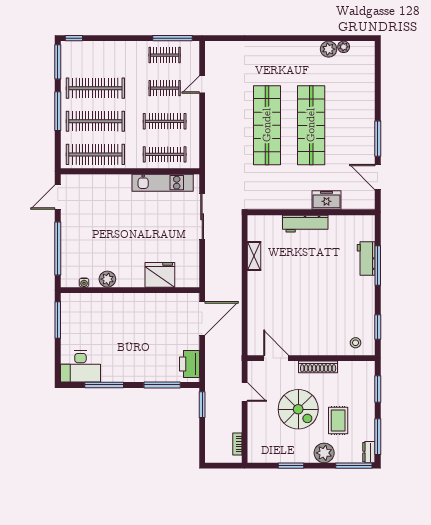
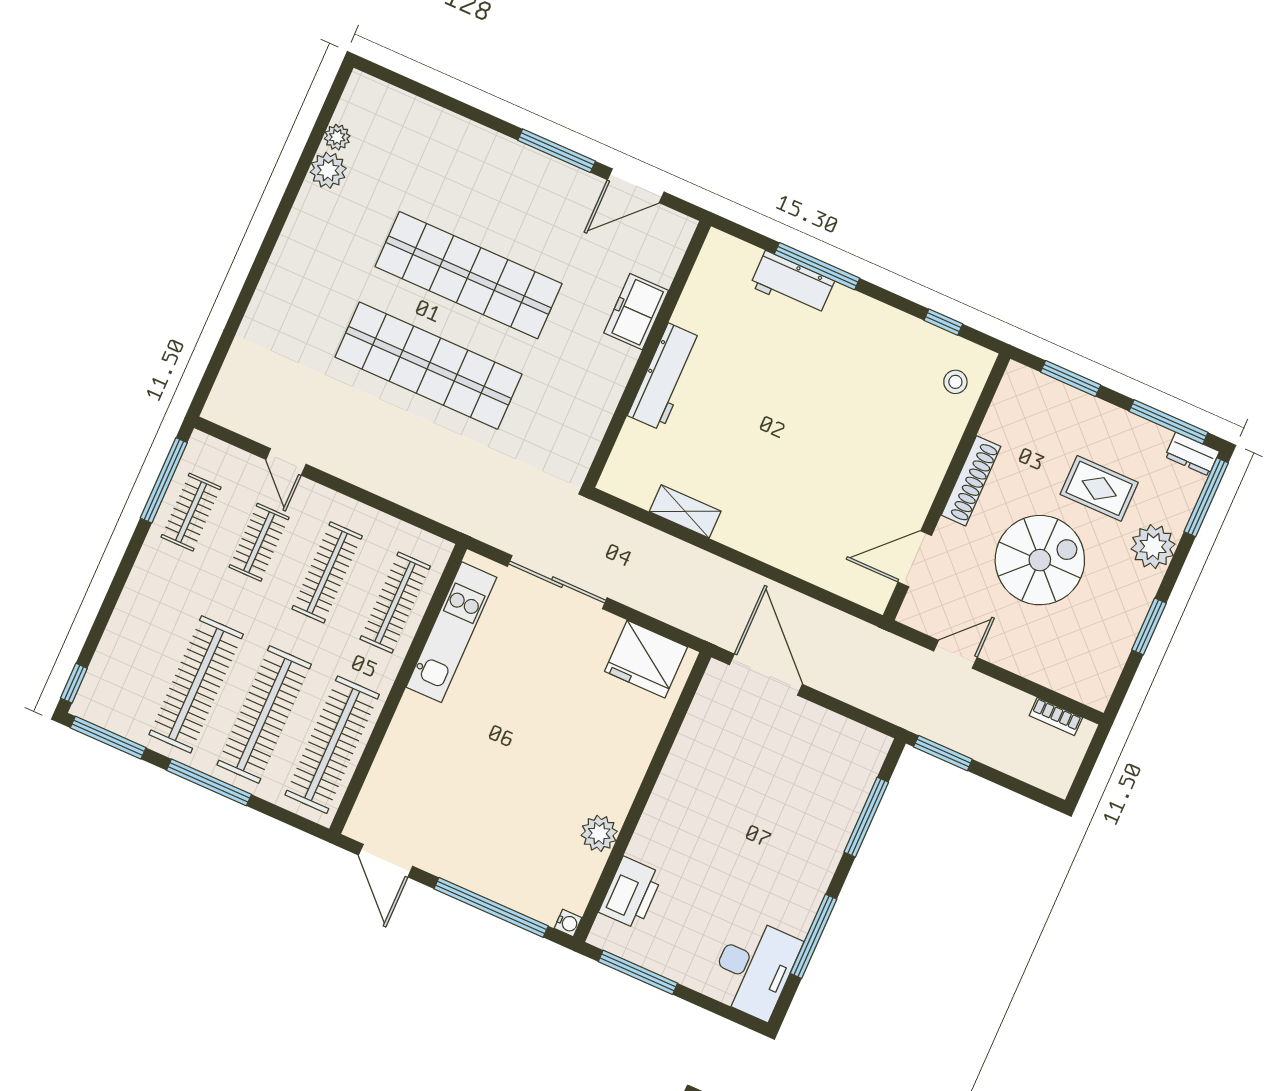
fridge: (160, 275) -> (646, 659), moved, turned -90
water cooler: (84, 283) -> (568, 923), moved
window: (378, 327) -> (943, 322), width x0.67
printer: (189, 364) -> (631, 893), moved, turned -90

